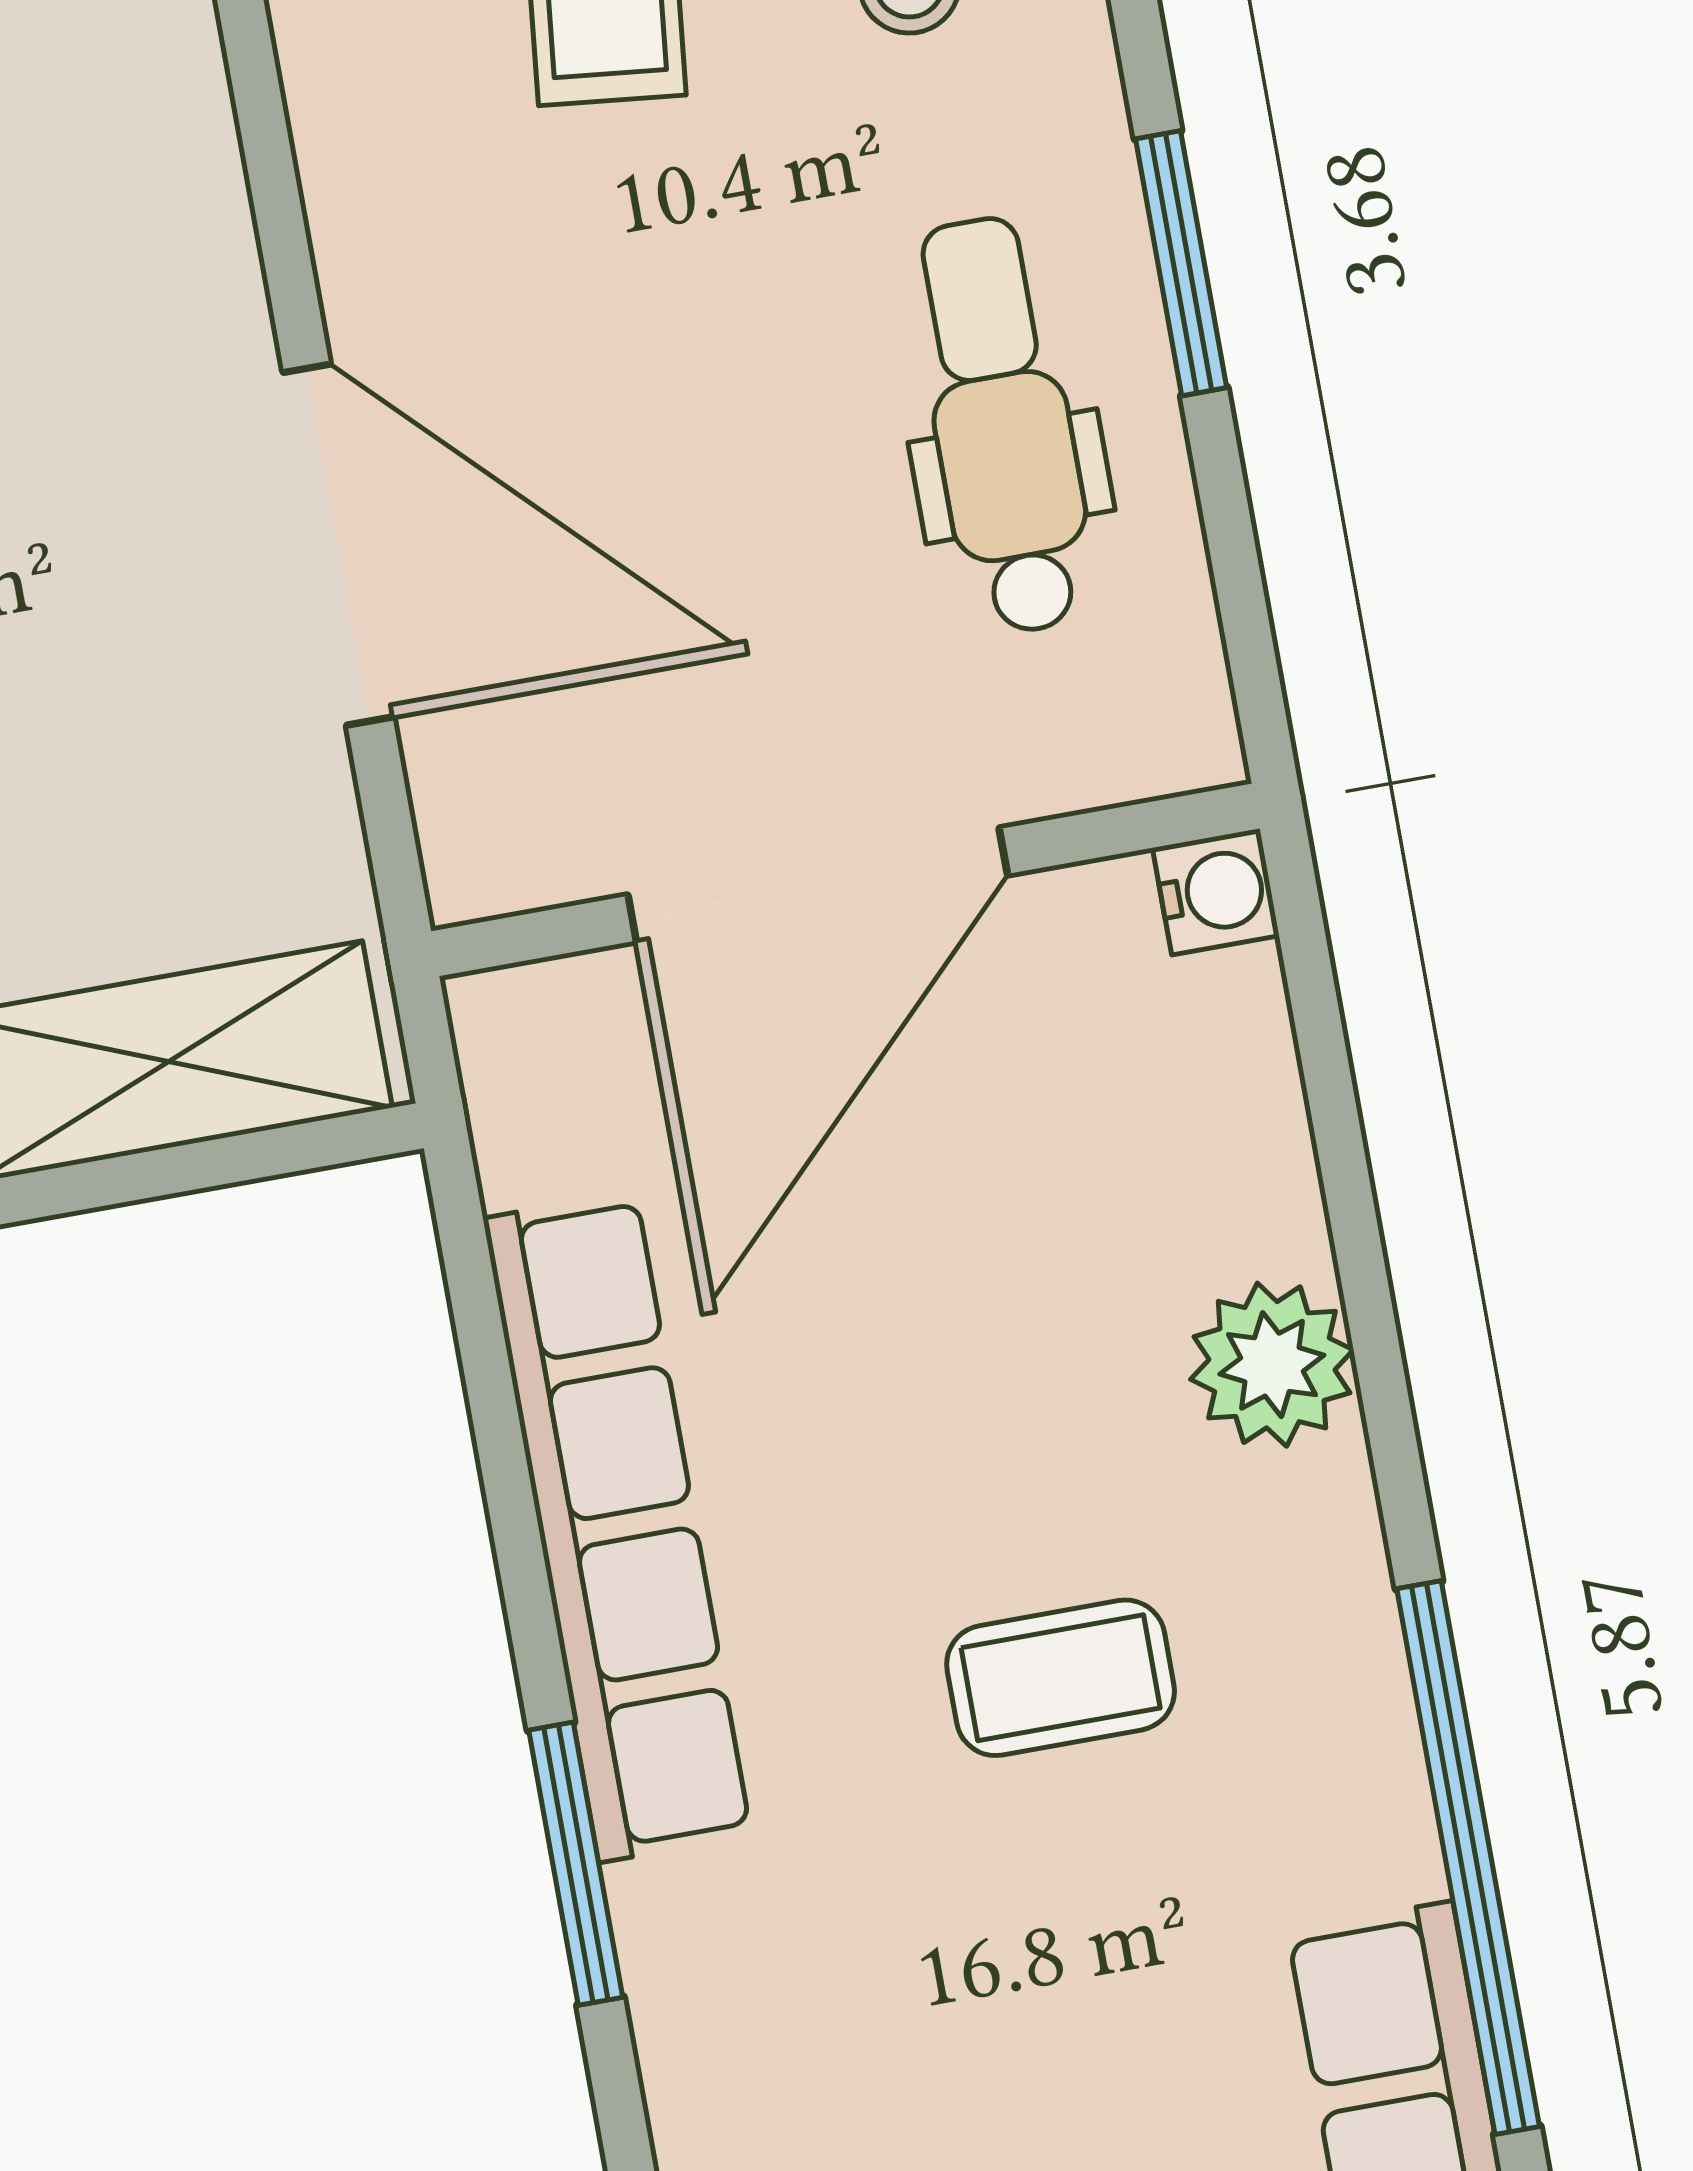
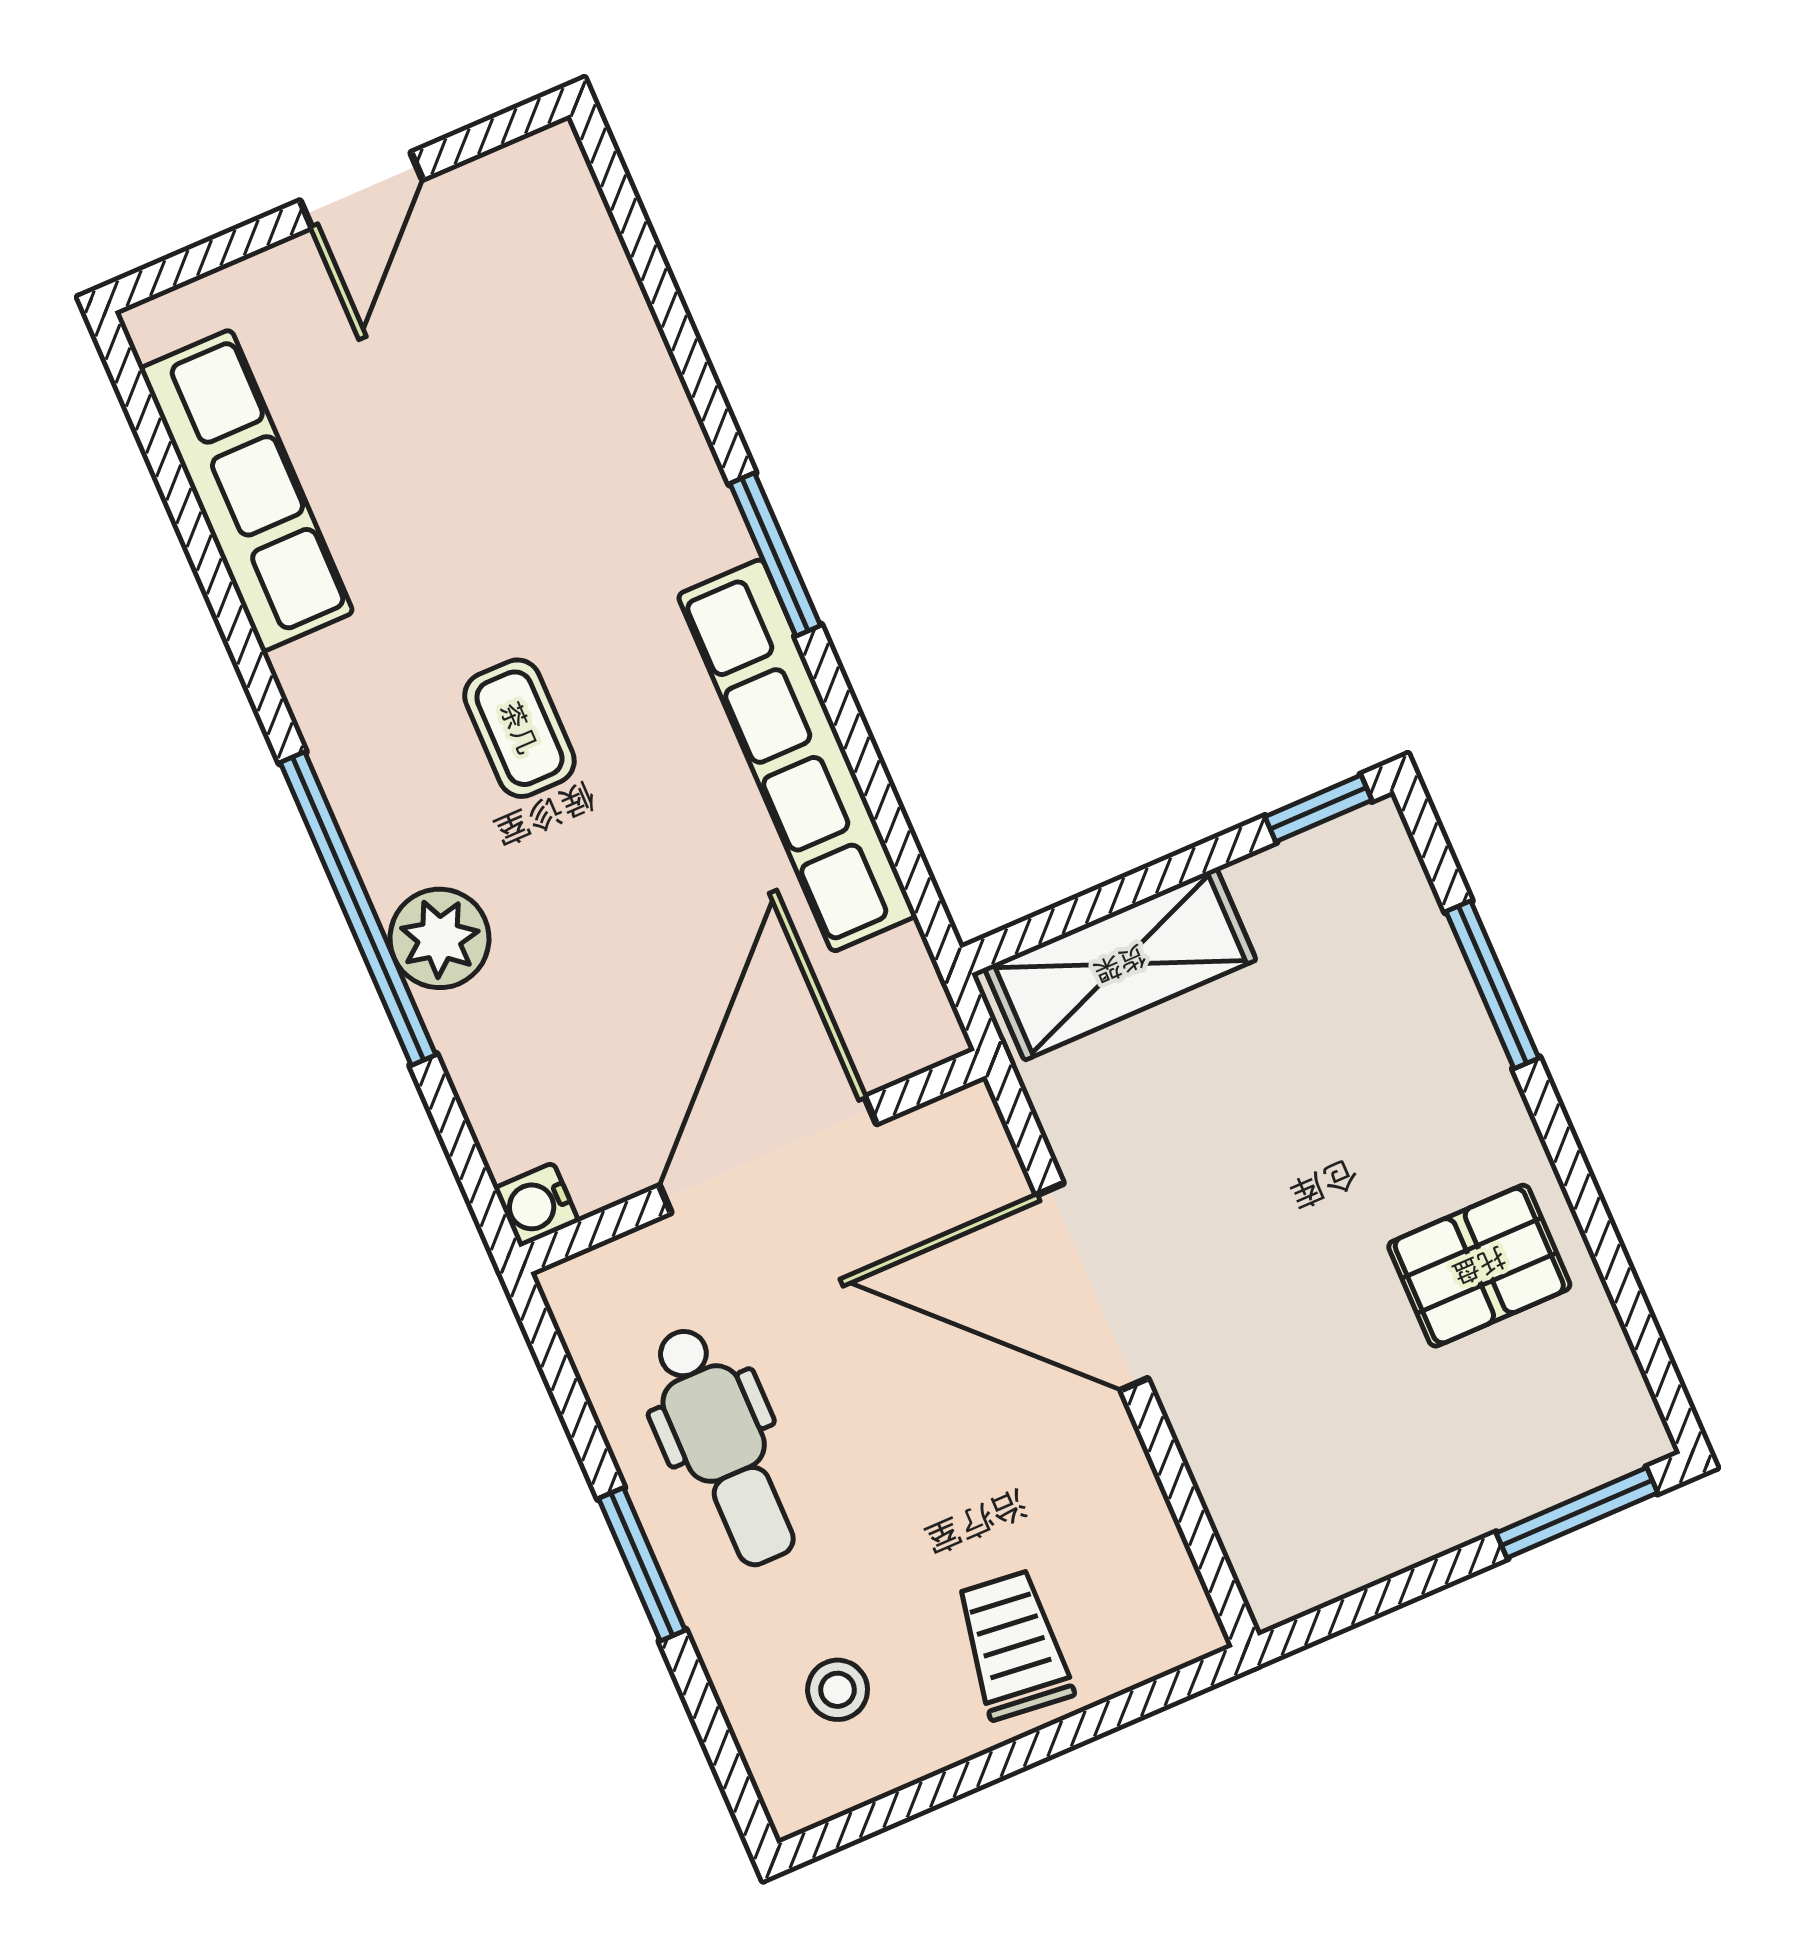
coffee table: (1061, 1678) -> (519, 728), turned 90
window: (1468, 1858) -> (358, 909), moved

